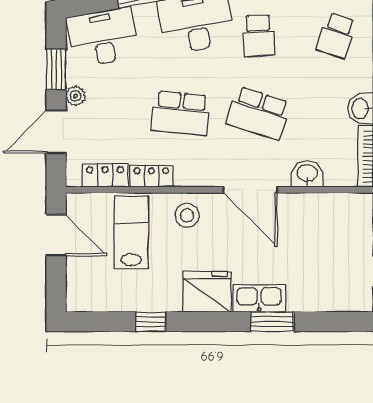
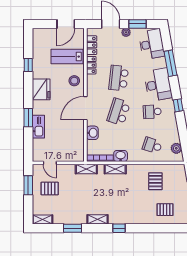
lab bench: (131, 232) -> (67, 57), turned 180
kitchen sink: (259, 298) -> (38, 127), moved

